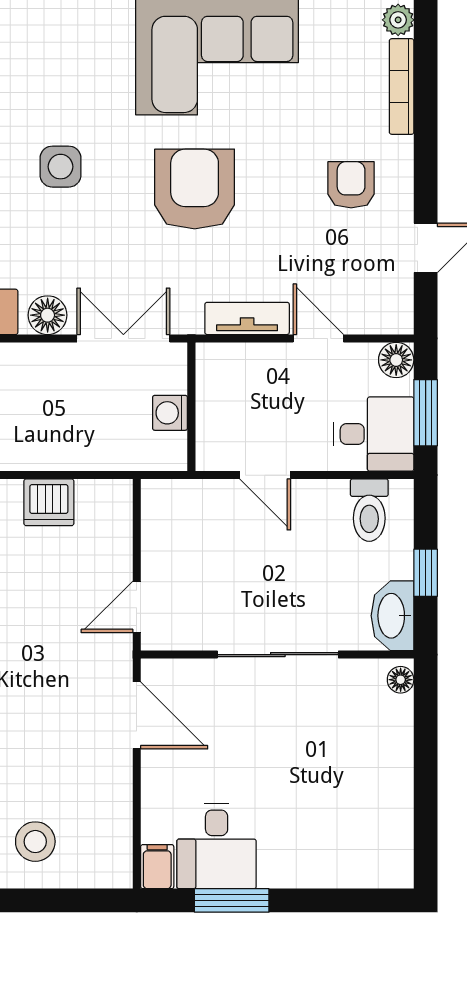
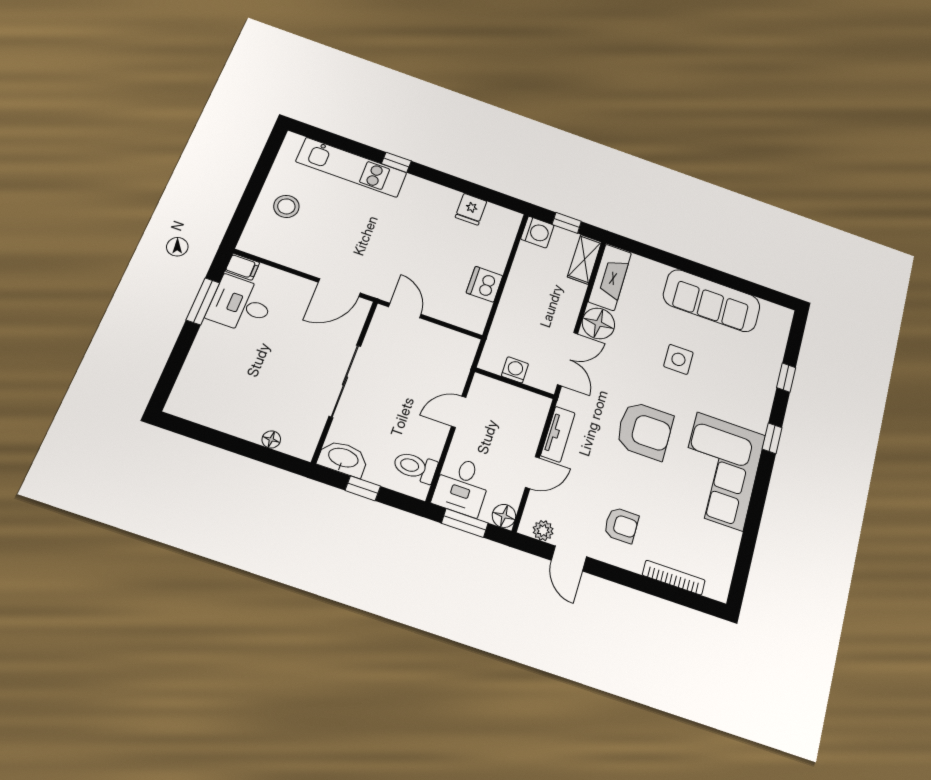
plant: (398, 20) -> (543, 531), moved
floor lamp: (48, 315) -> (598, 323), width x1.38, depth x1.38
floor lamp: (401, 680) -> (271, 439), moved

